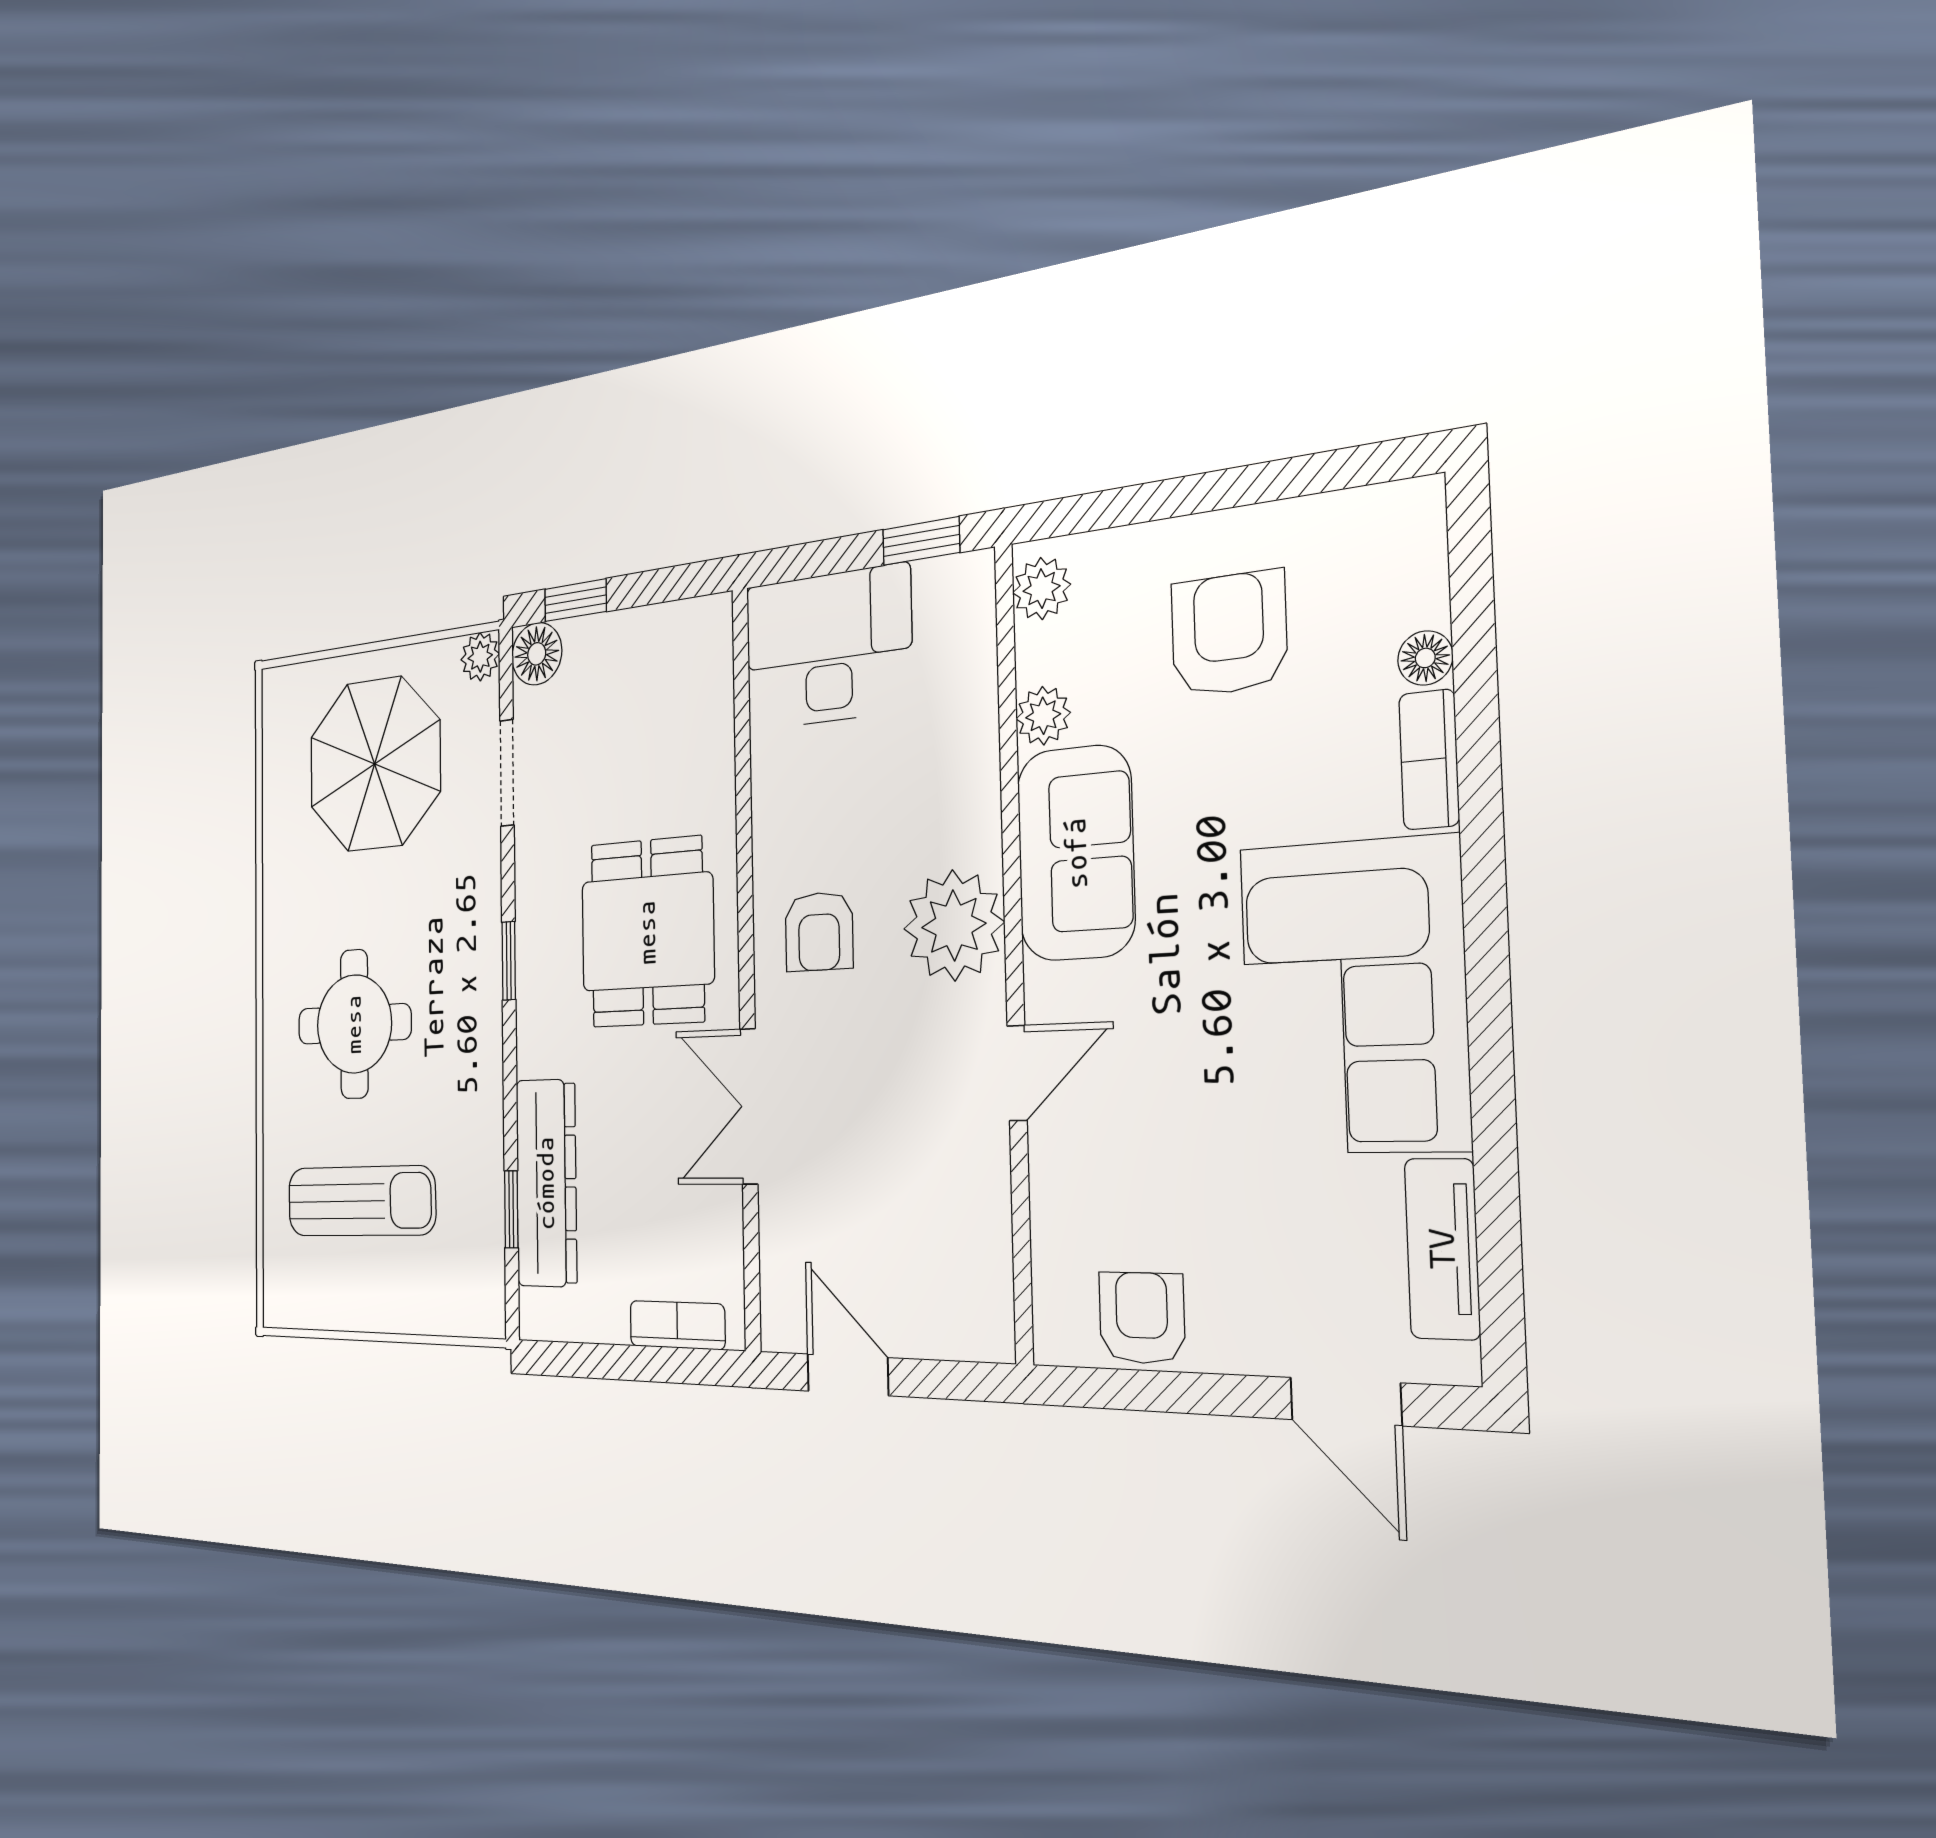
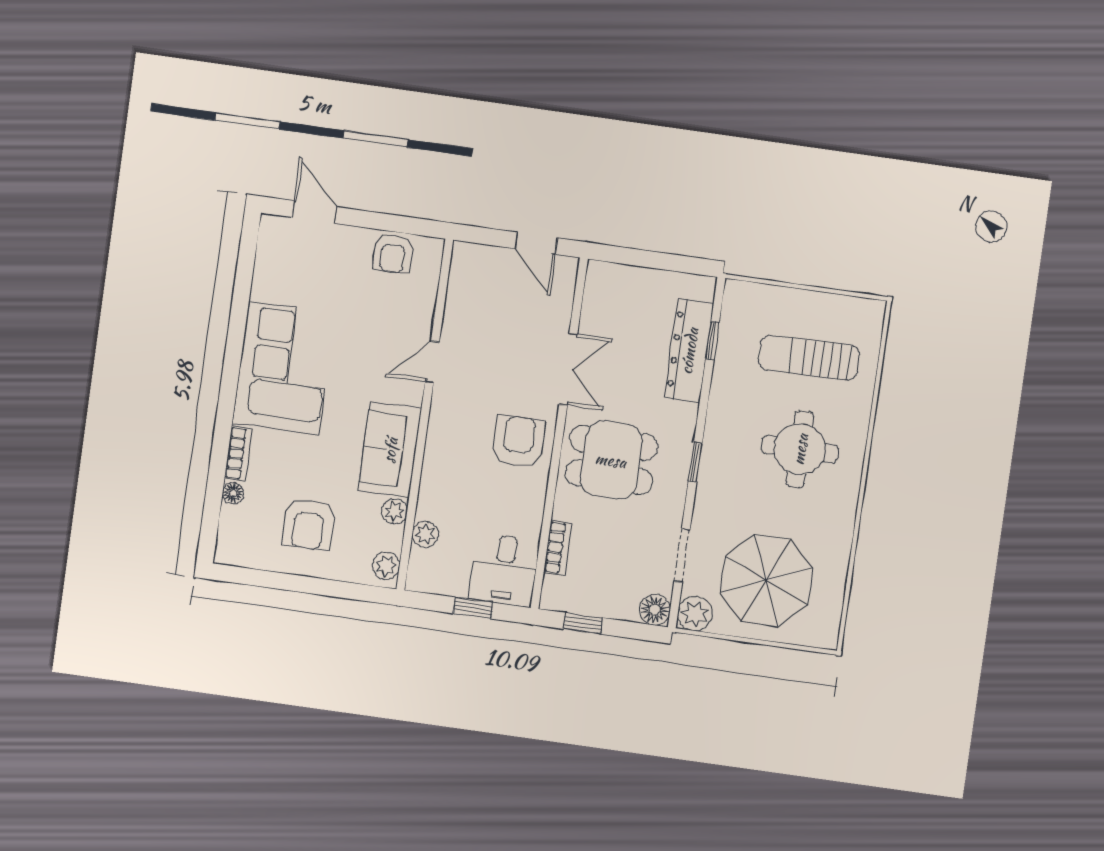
window: (921, 541) -> (473, 608), moved
window: (575, 600) -> (583, 623), moved
desk: (828, 648) -> (504, 570), width x0.73
plant: (480, 657) -> (695, 614), width x1.38, depth x1.38
plant: (954, 925) -> (425, 534), moved, width x0.53, depth x0.53
dining table: (647, 932) -> (611, 460), turned 90
armchair: (819, 932) -> (519, 442), width x1.38, depth x1.38
tv unit: (1442, 1249) -> (267, 266), removed
bookcase: (677, 1325) -> (558, 548), moved, turned -90

